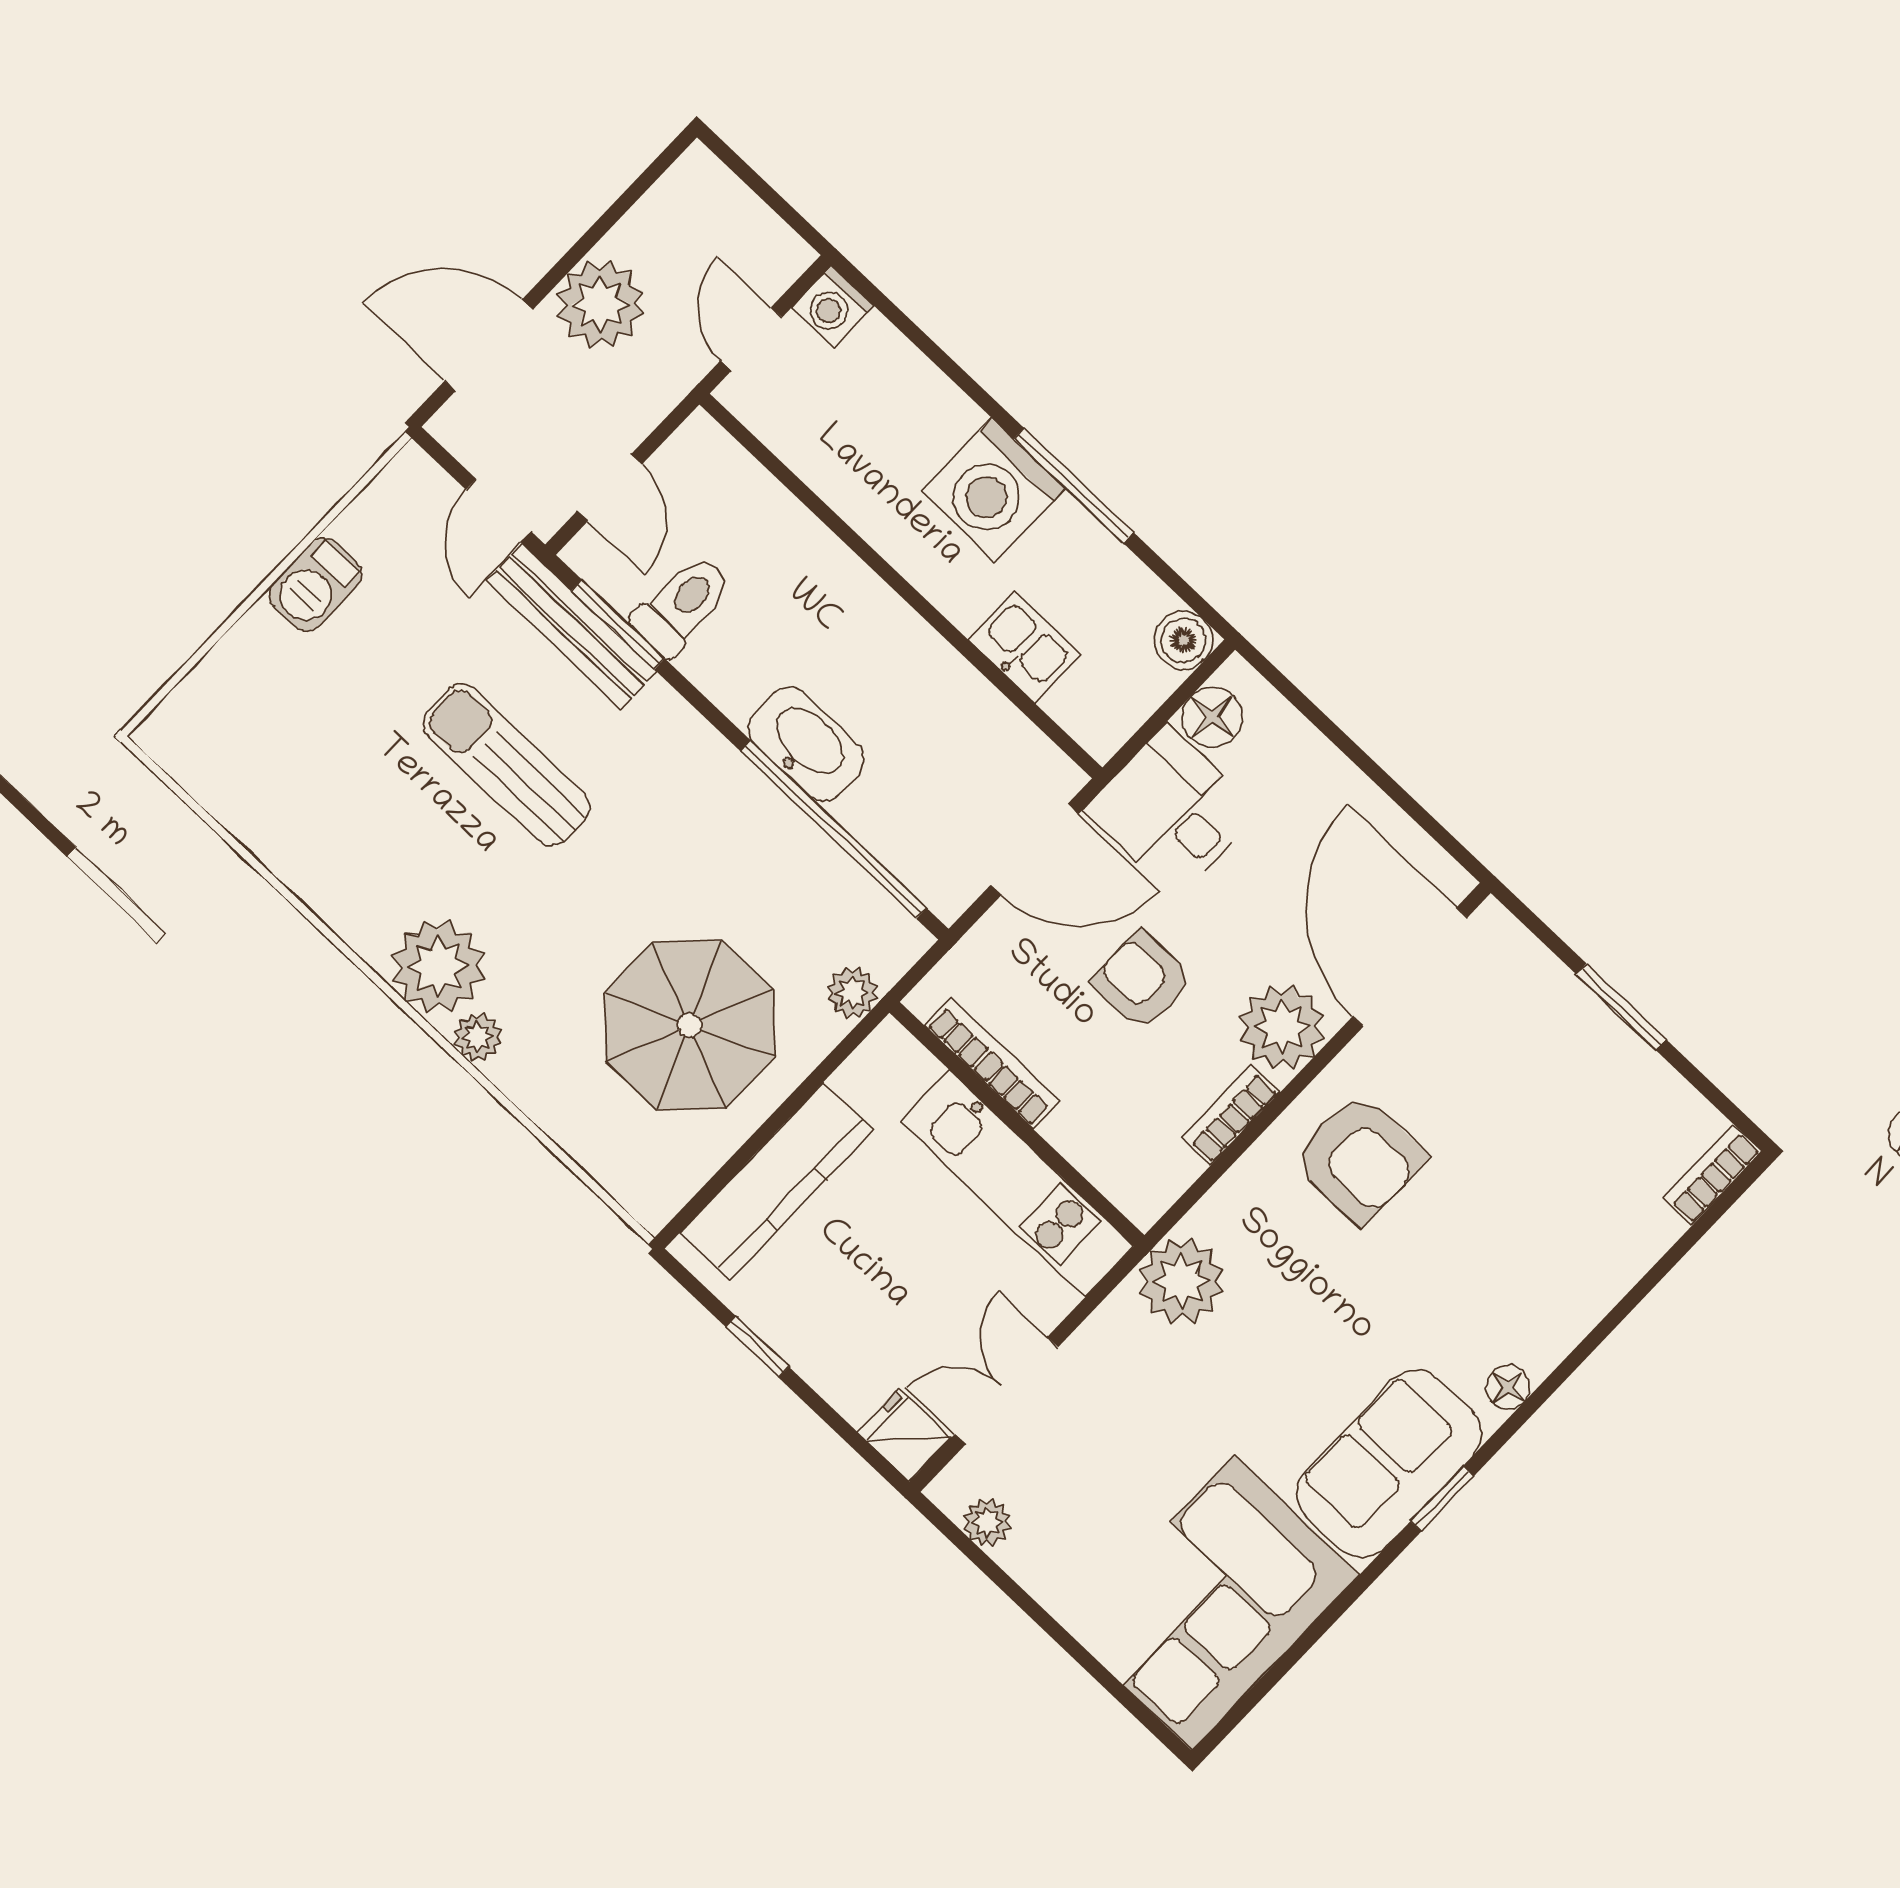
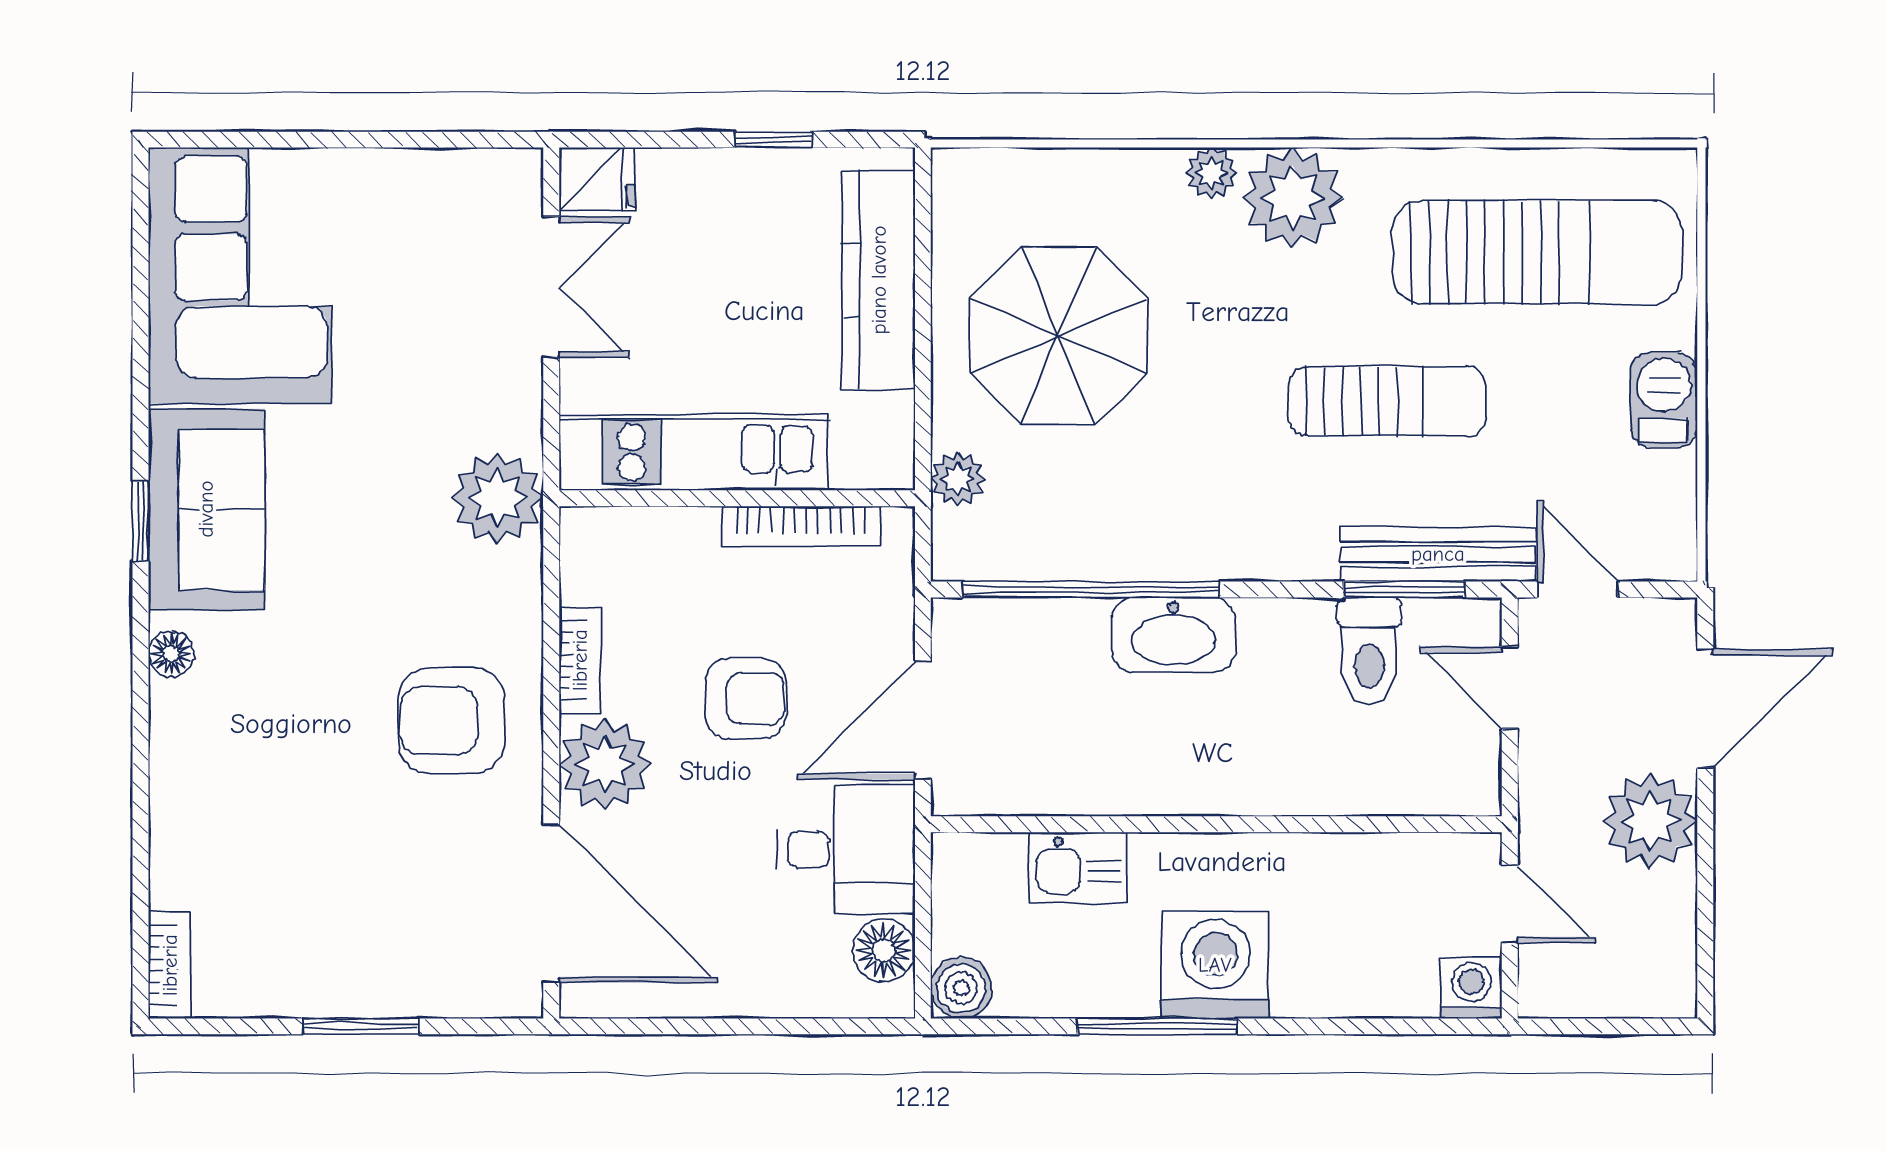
sun lounger: (306, 769) -> (1537, 252), added
plant: (987, 1522) -> (471, 173), removed

